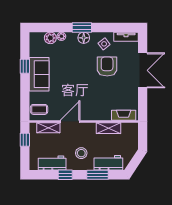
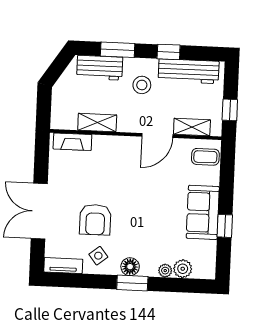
workbench: (52, 163) -> (189, 71), width x1.38

